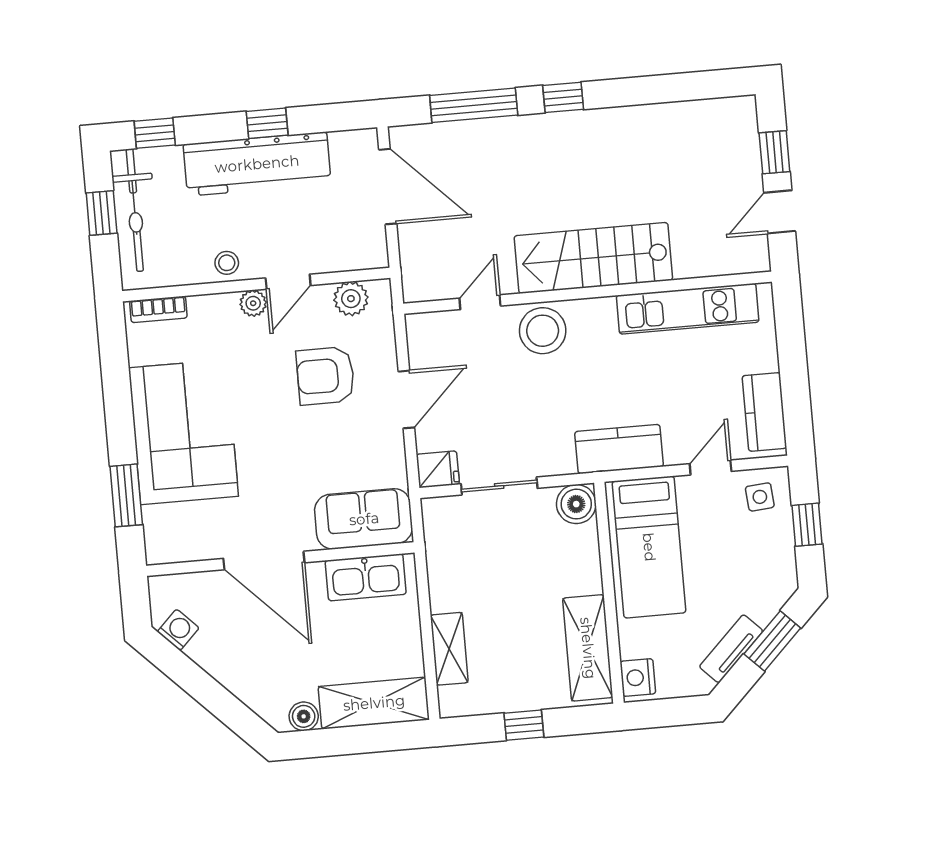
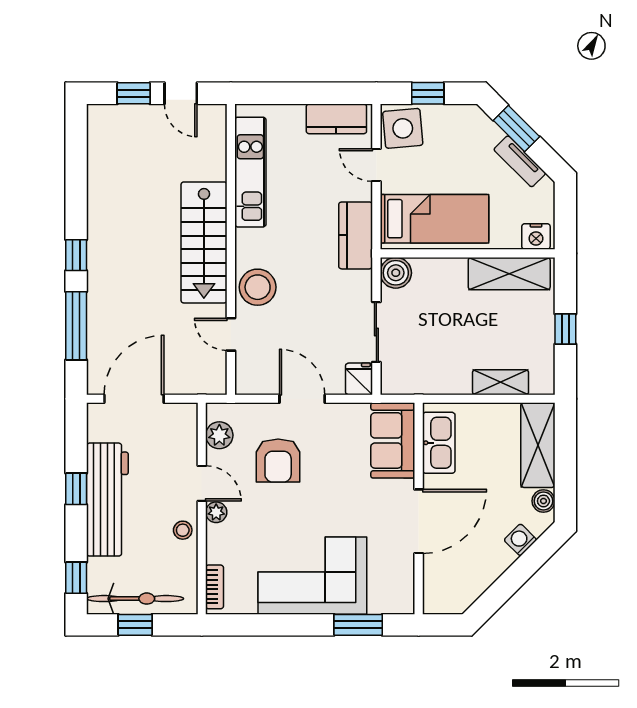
side table: (760, 497) -> (403, 128), width x1.87, depth x1.87
washing machine: (178, 630) -> (520, 540), moved

